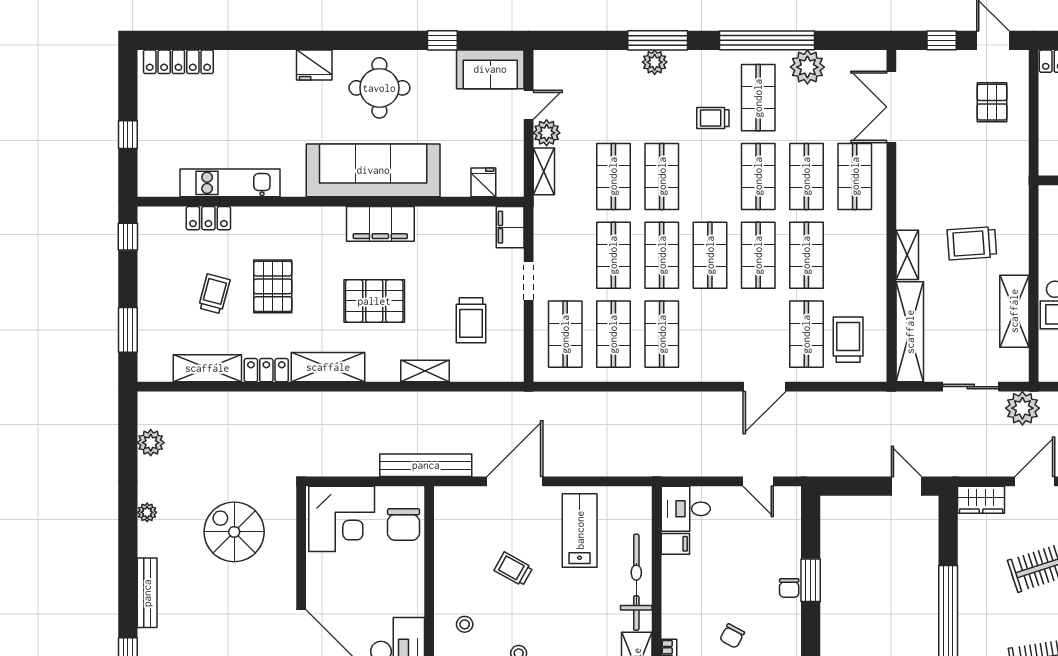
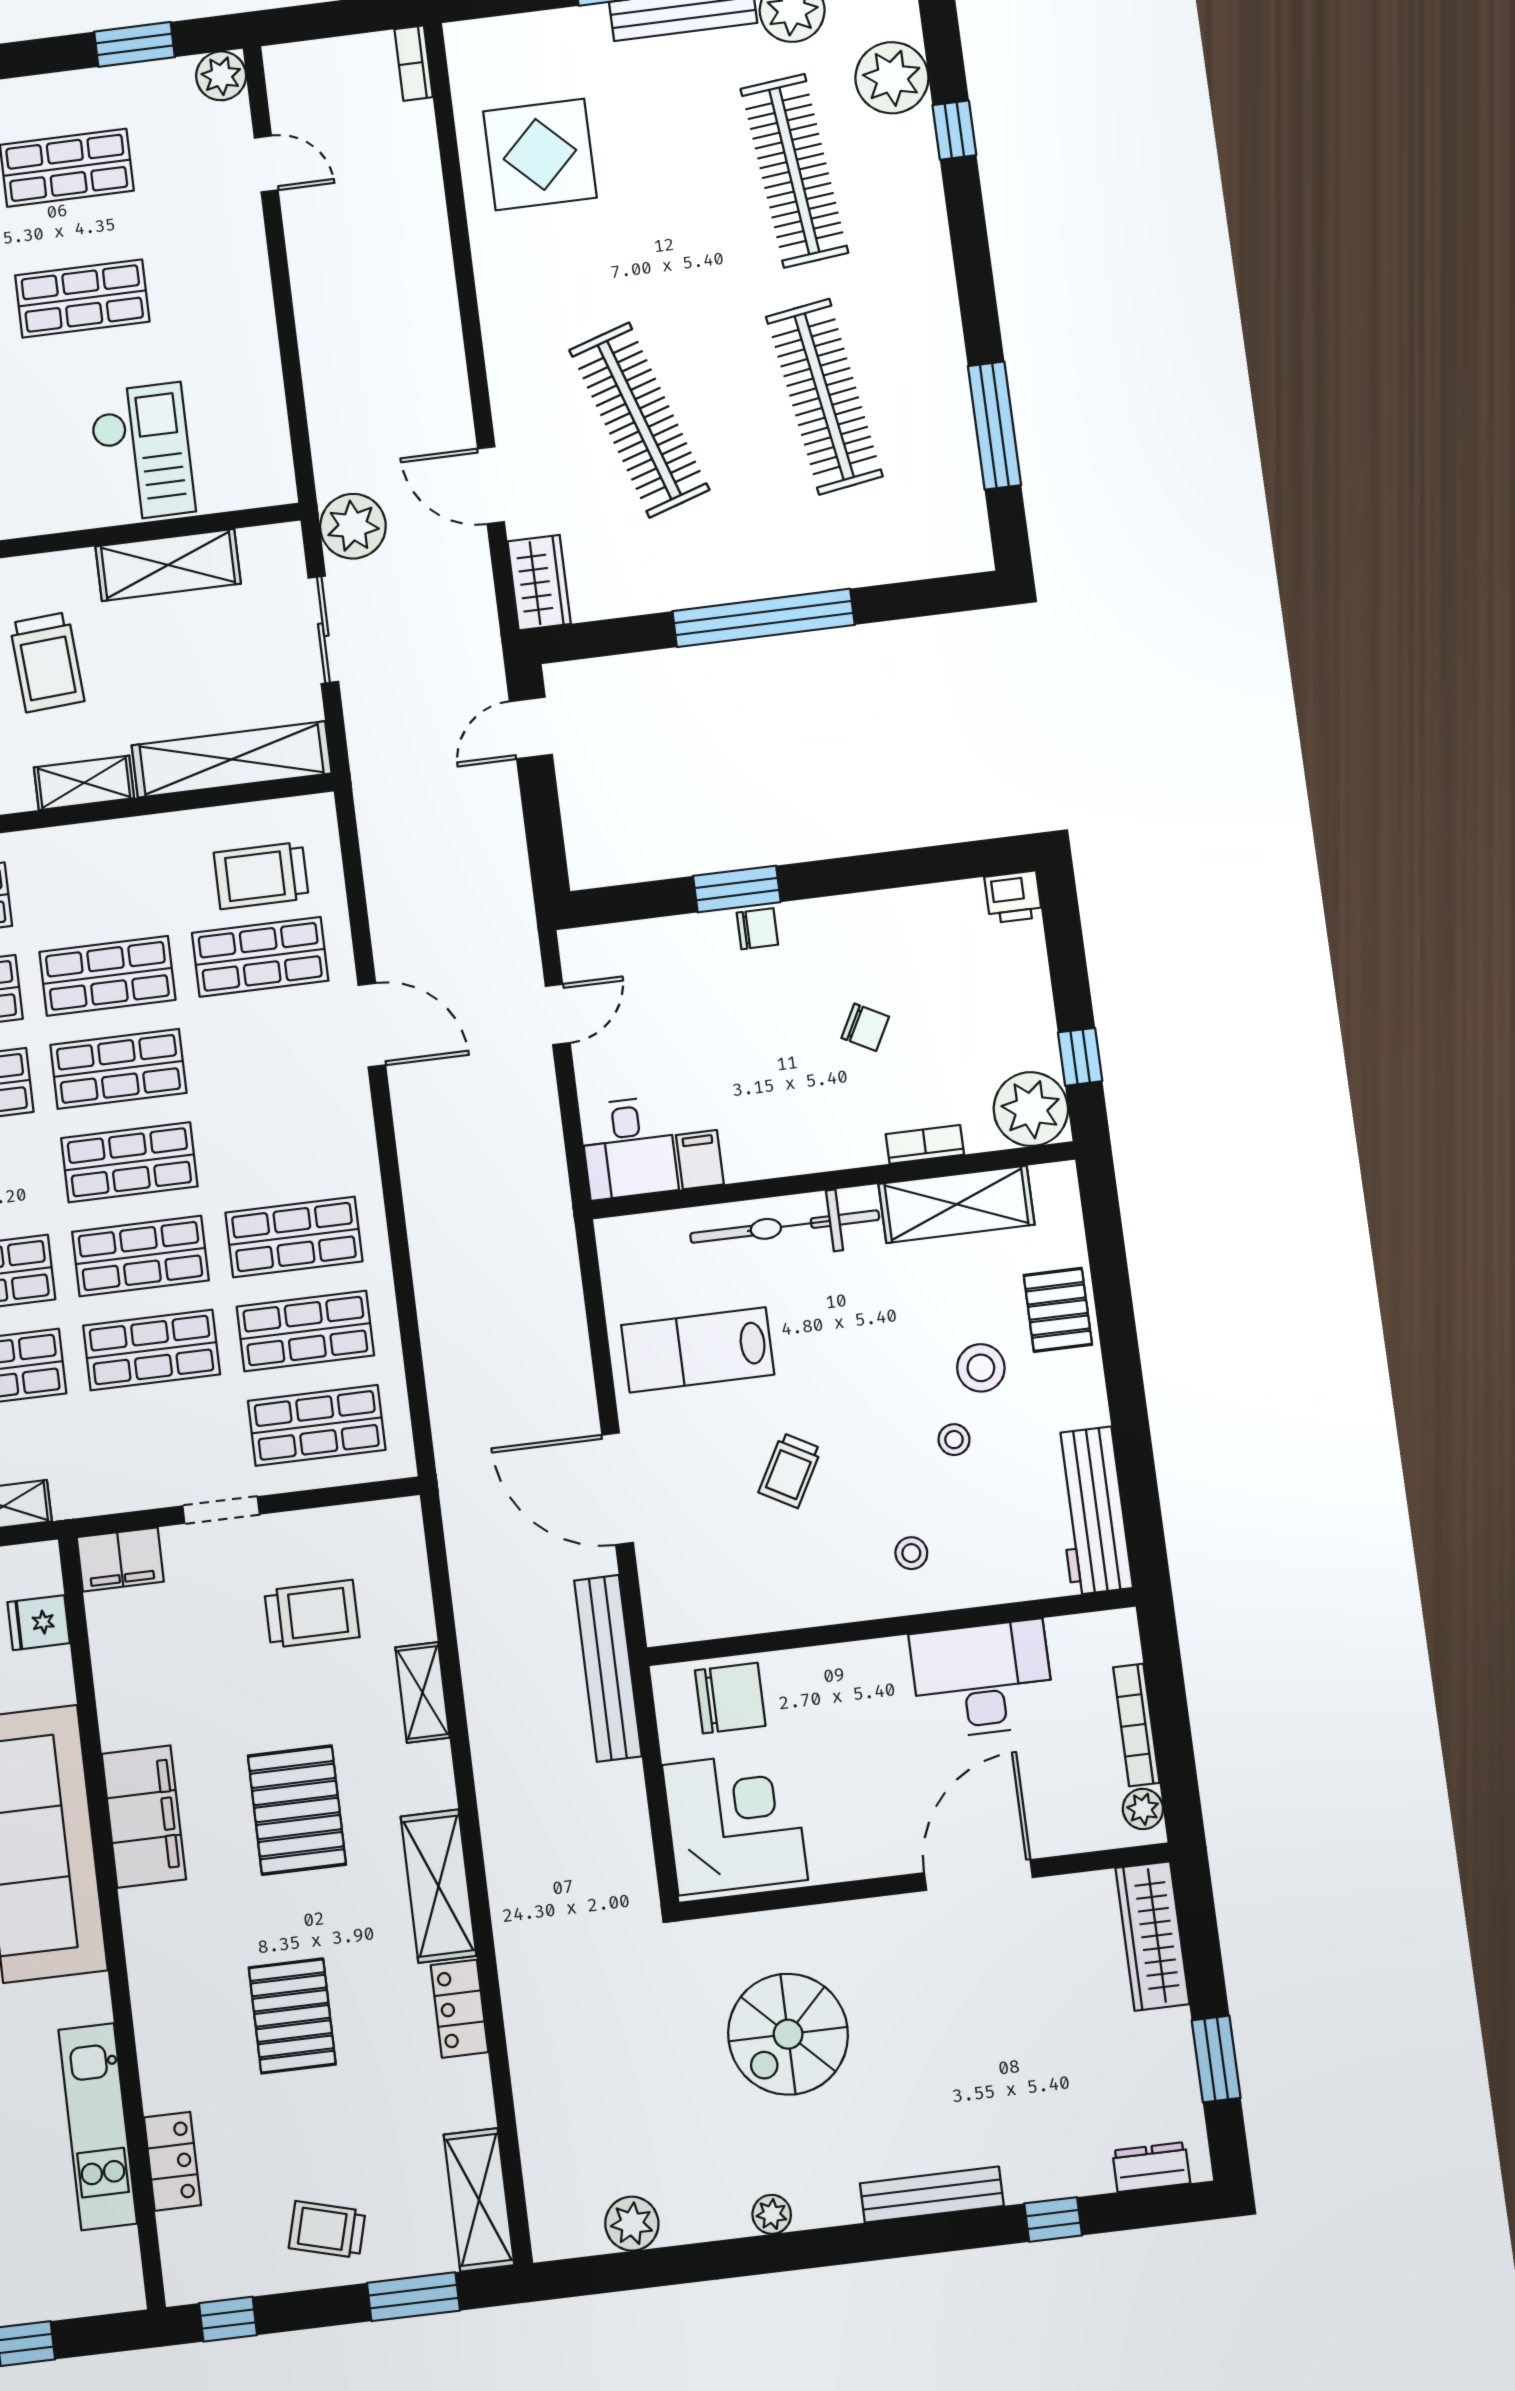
pallet: (273, 286) -> (292, 2016), turned 90
trolley: (214, 294) -> (327, 2230), moved
shelving: (207, 368) -> (479, 2200), moved

